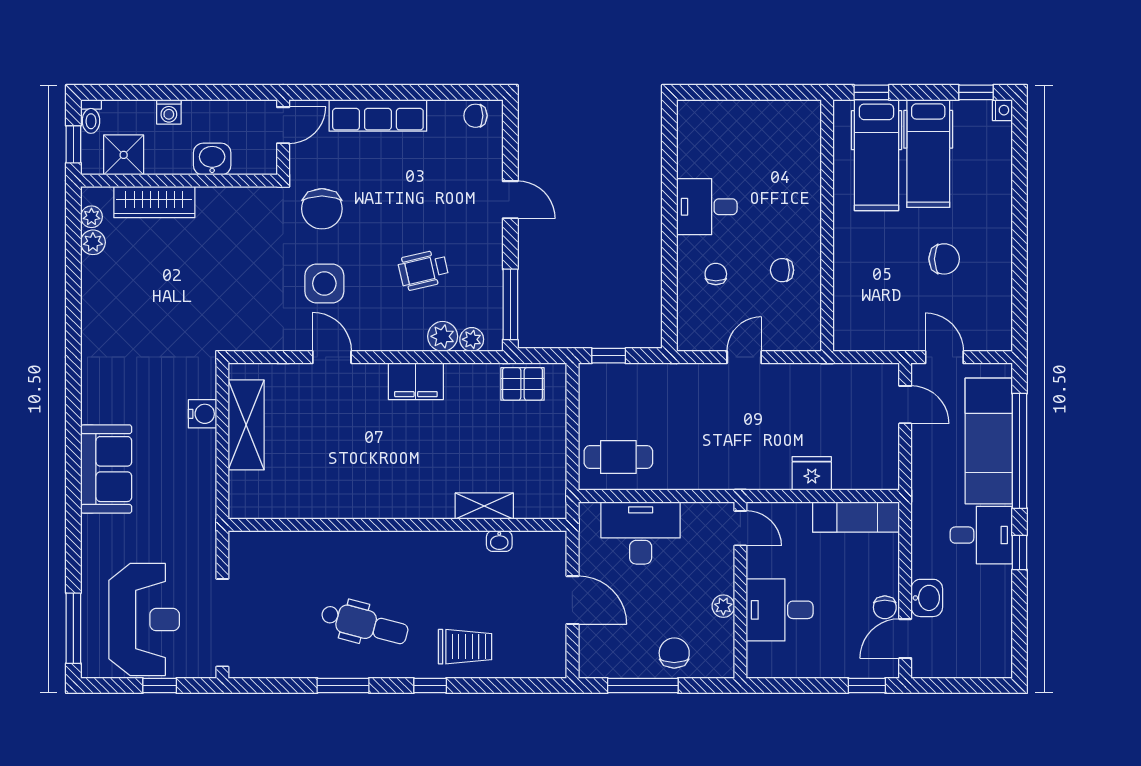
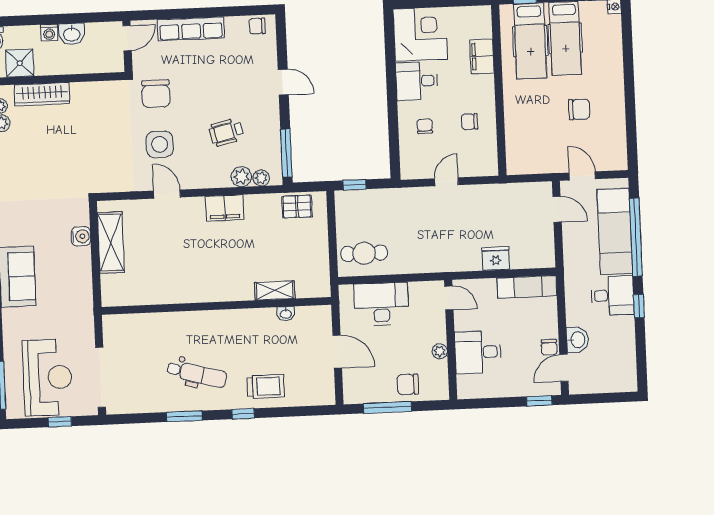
corner desk: (715, 138) -> (420, 34), added
washbasin: (212, 159) -> (72, 34), moved, turned 180
filing cabinet: (804, 175) -> (482, 56), added
chair: (674, 653) -> (408, 384), turned -90

